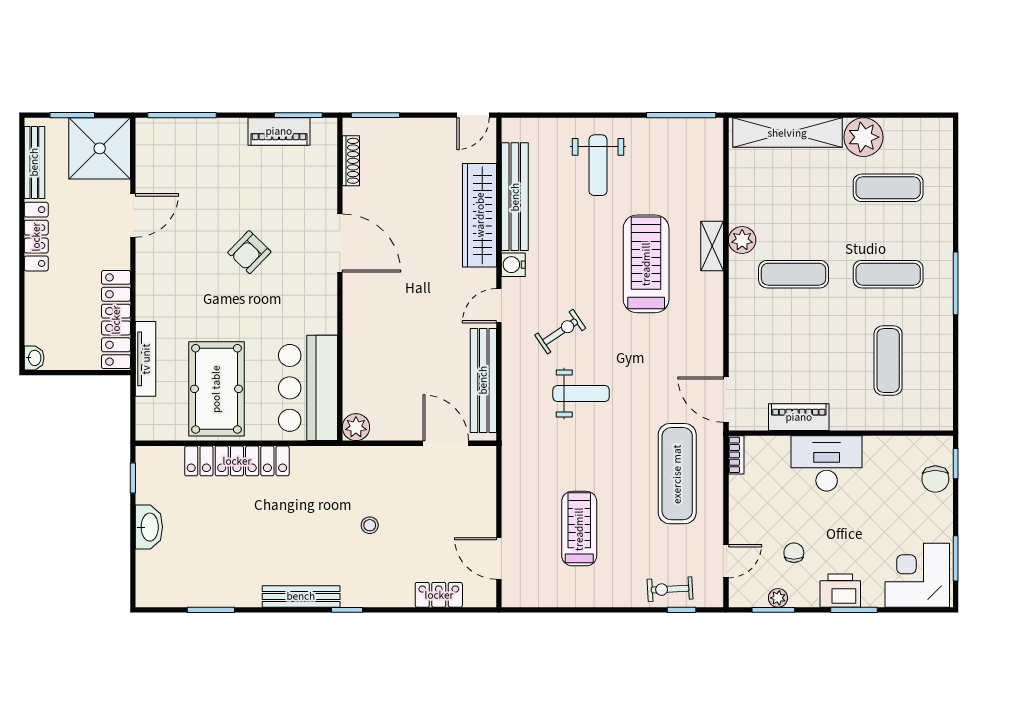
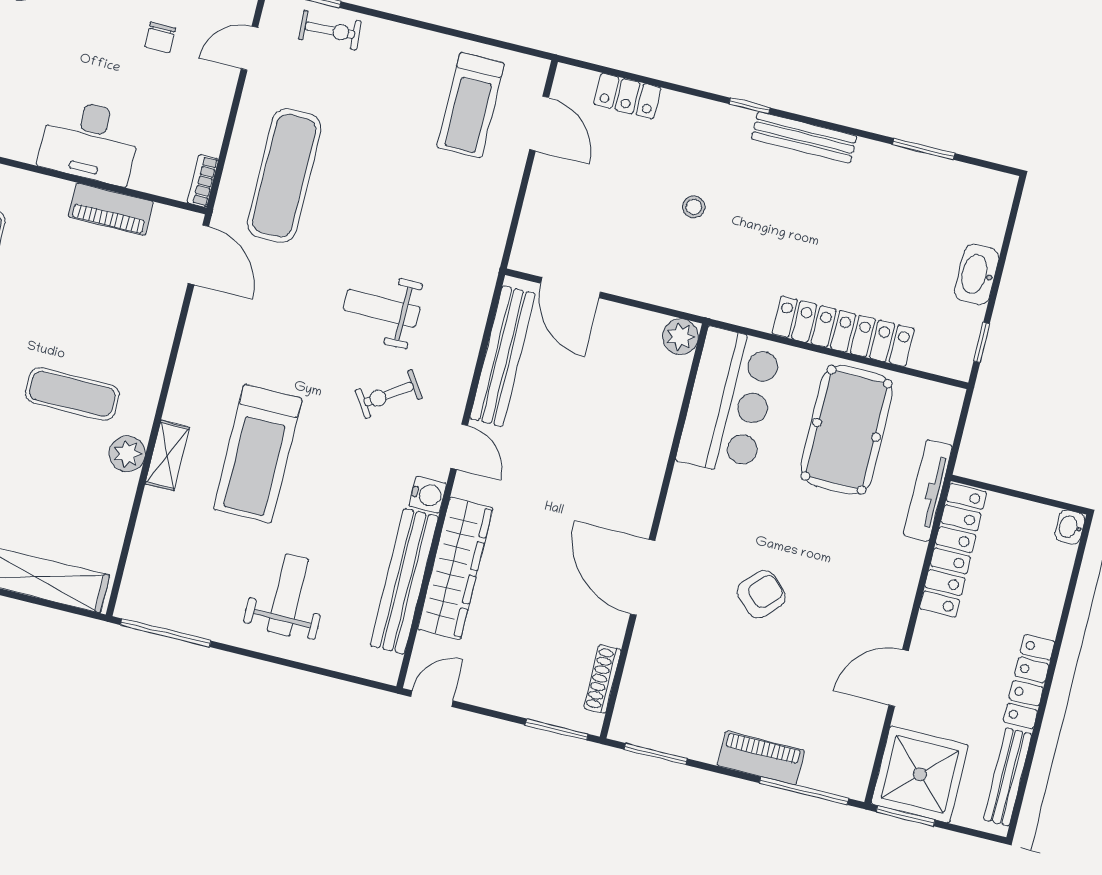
window: (72, 115) -> (906, 816), moved
piano: (279, 131) -> (761, 758), moved
door: (499, 306) -> (459, 447), hinge flipped
treadmill: (579, 529) -> (471, 105), moved

